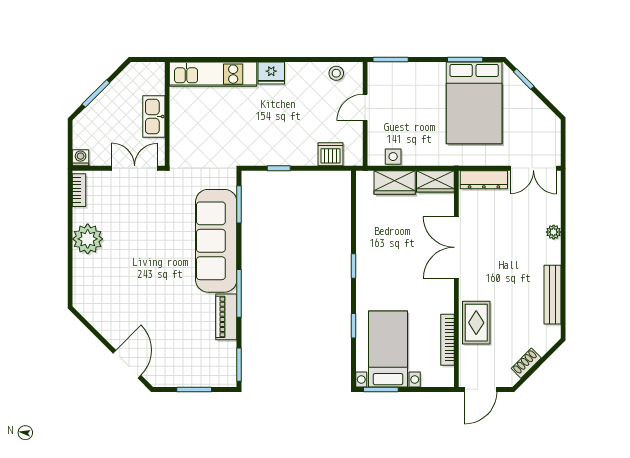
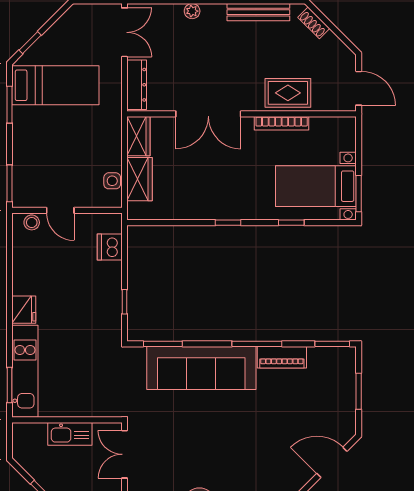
window: (200, 59) -> (10, 385), added
stool: (336, 73) -> (32, 222), moved
bed: (474, 103) -> (55, 85), width x0.67
bookcase: (447, 340) -> (282, 123), moved
shoe rack: (526, 363) -> (314, 23), moved

